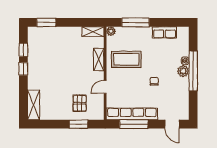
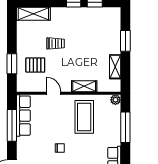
window: (46, 22) -> (125, 41), moved
shelving: (93, 32) -> (115, 67), moved
trolley: (60, 85) -> (56, 43), added
row of seats: (132, 114) -> (23, 116), width x0.73

